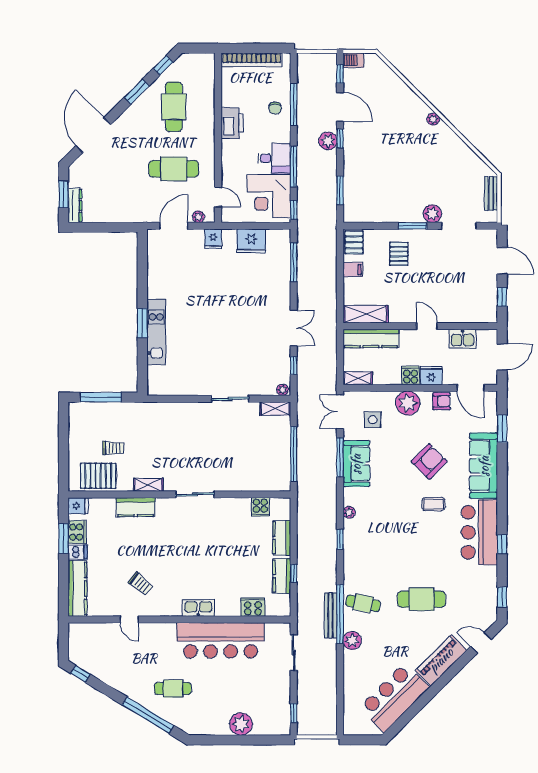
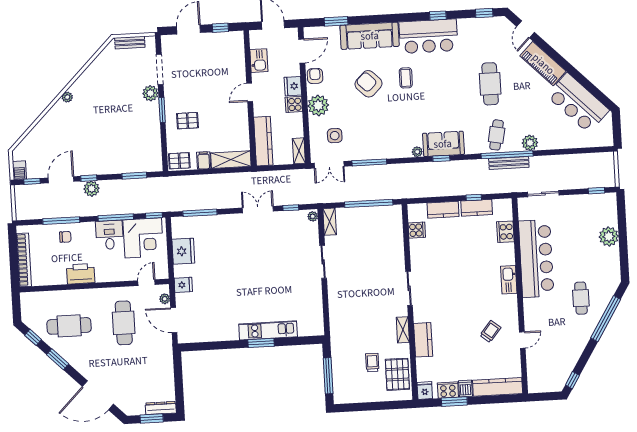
shelving: (365, 314) -> (231, 160), moved, turned 90
sofa: (356, 464) -> (443, 144), moved

